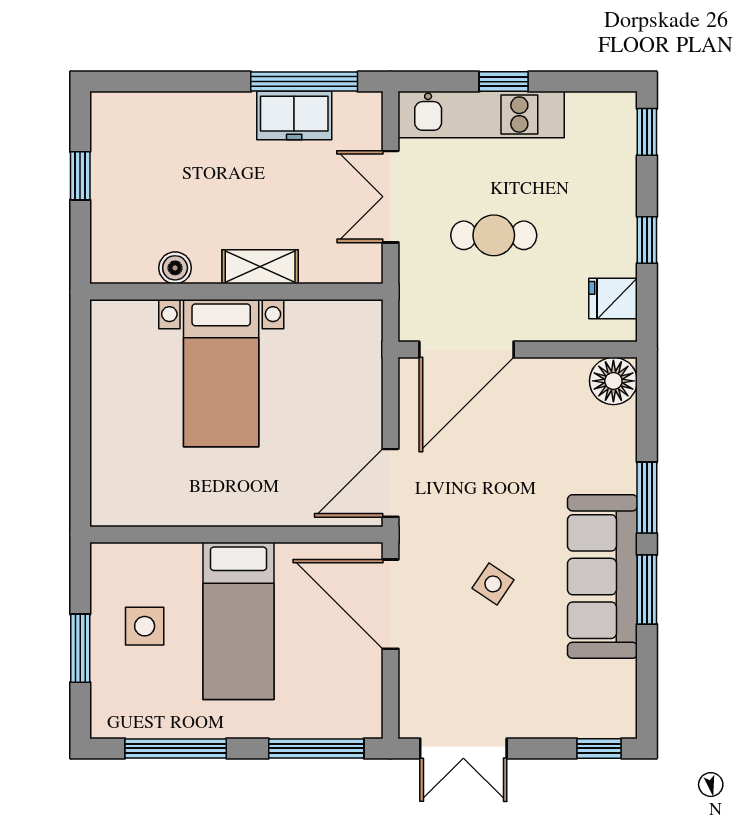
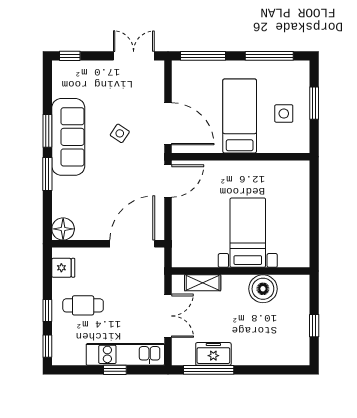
cafe table: (494, 235) -> (83, 305), moved
window: (647, 240) -> (47, 311), moved
shelving: (260, 267) -> (203, 283), moved
boiler: (175, 268) -> (263, 289), width x1.86, depth x1.86

